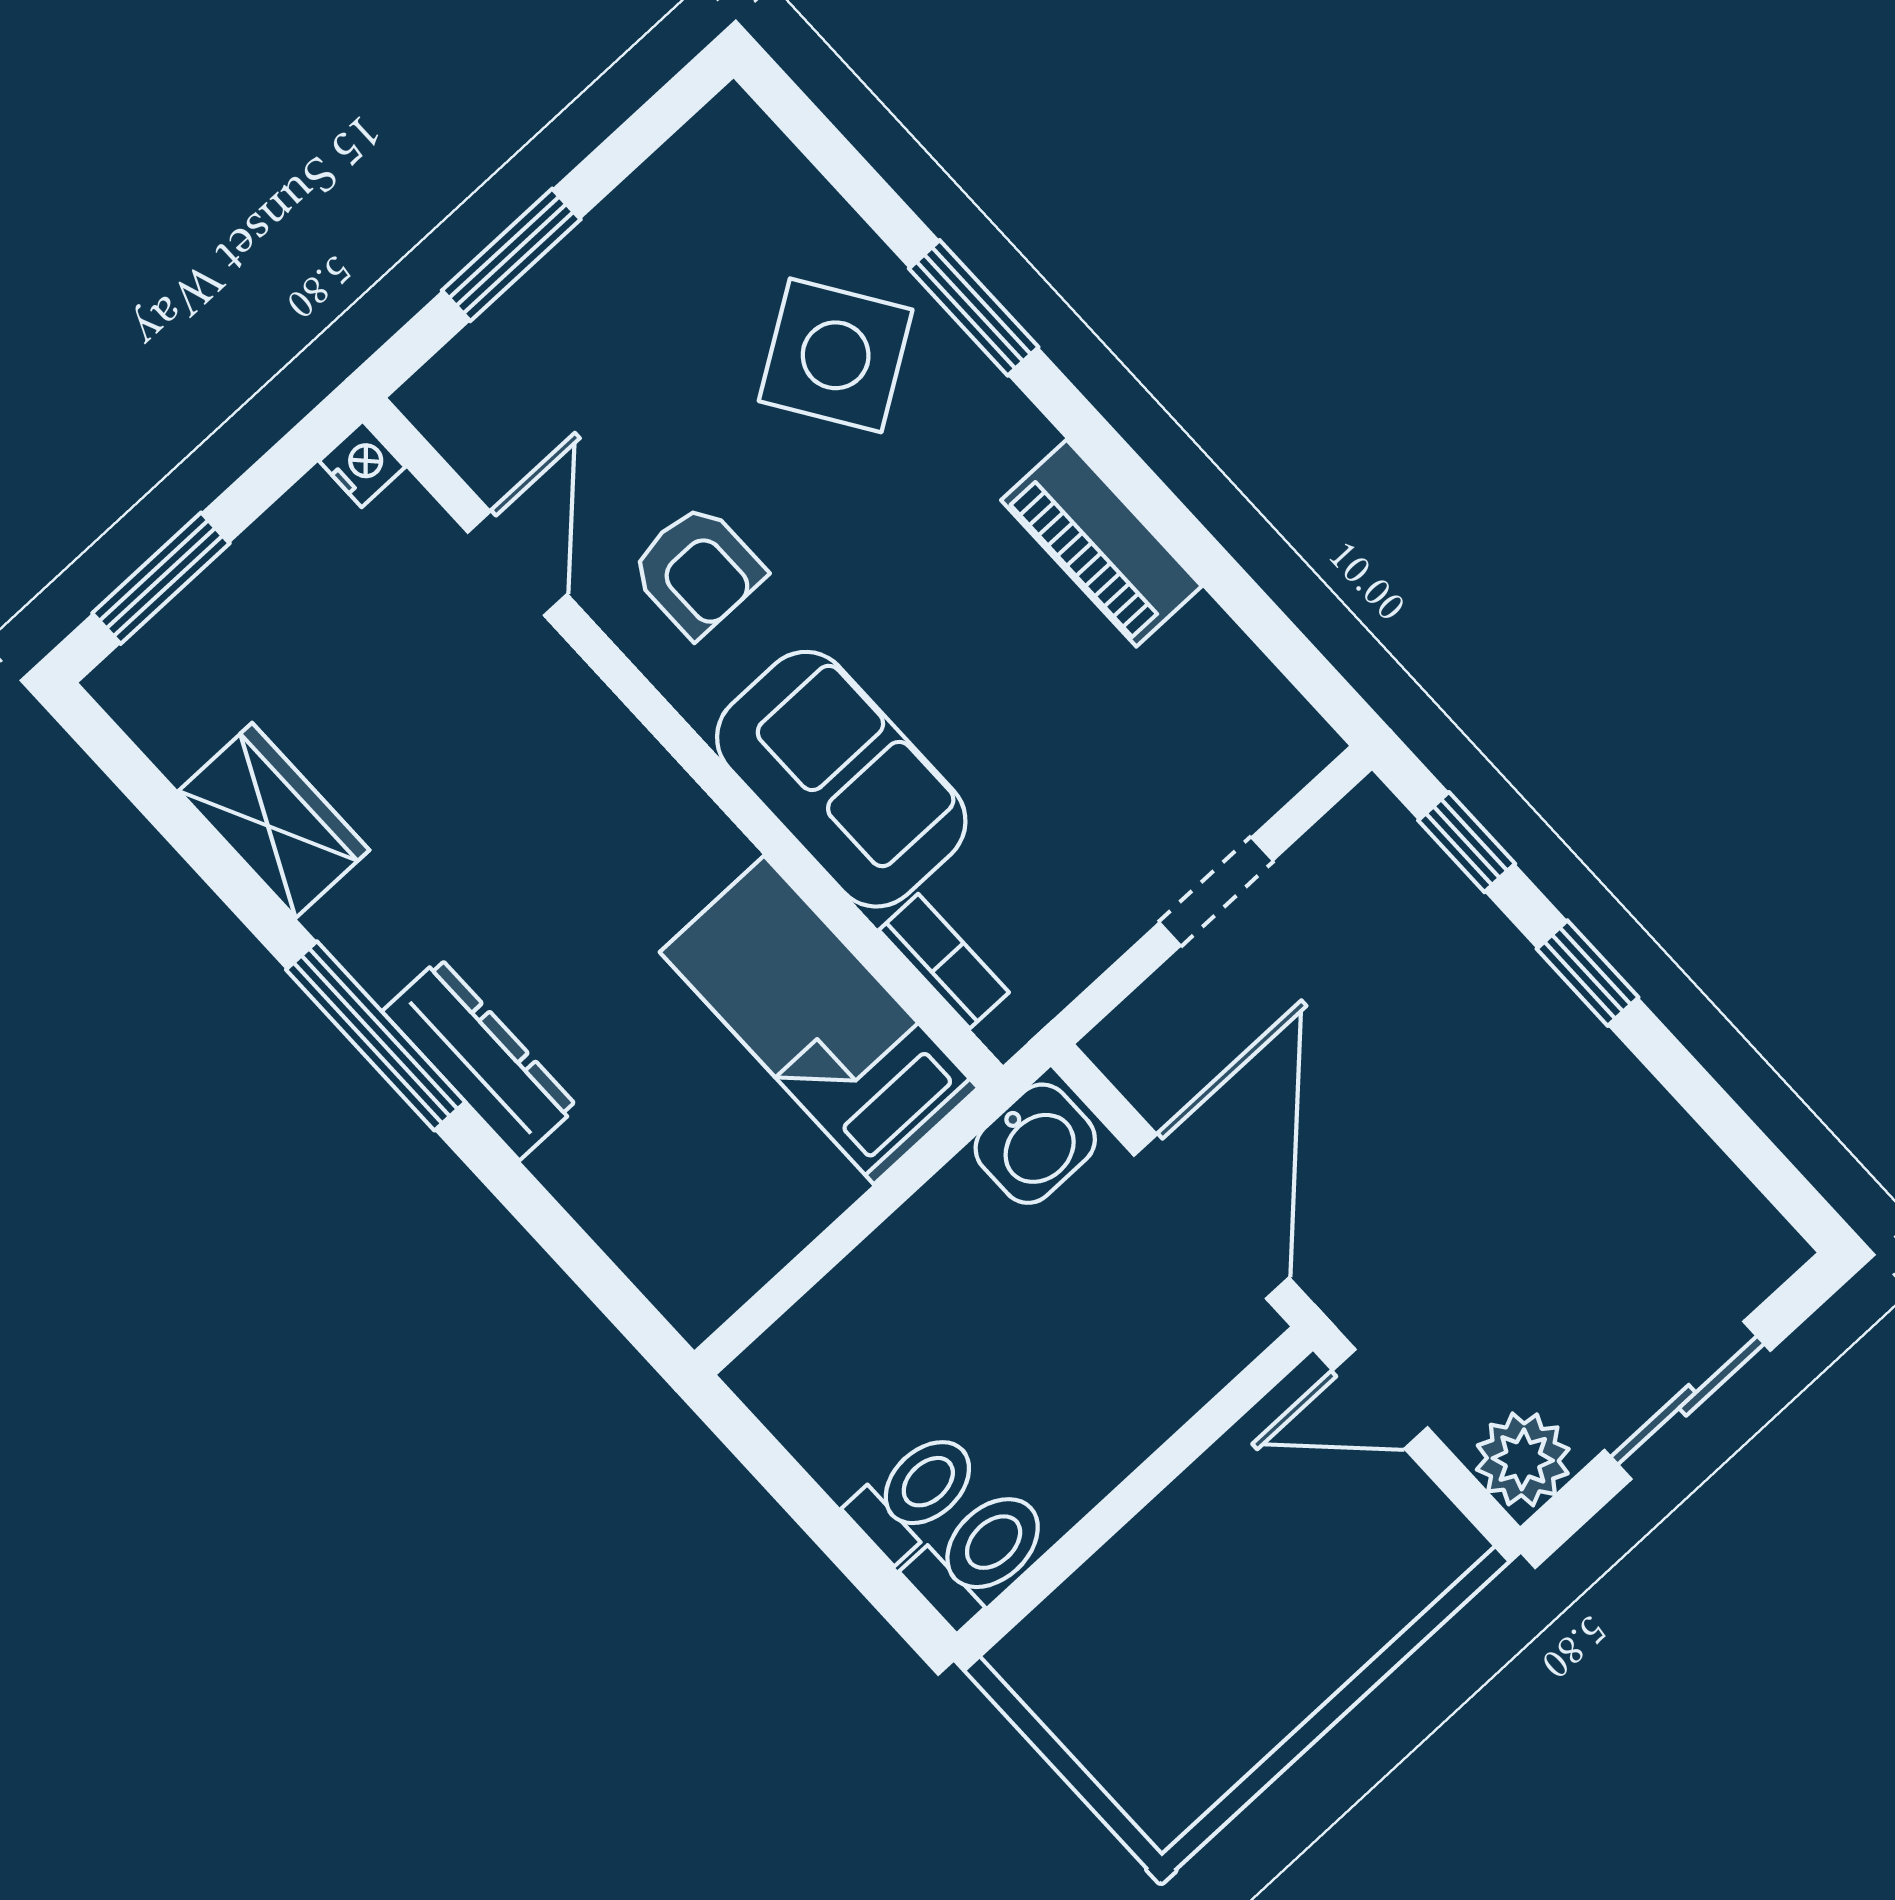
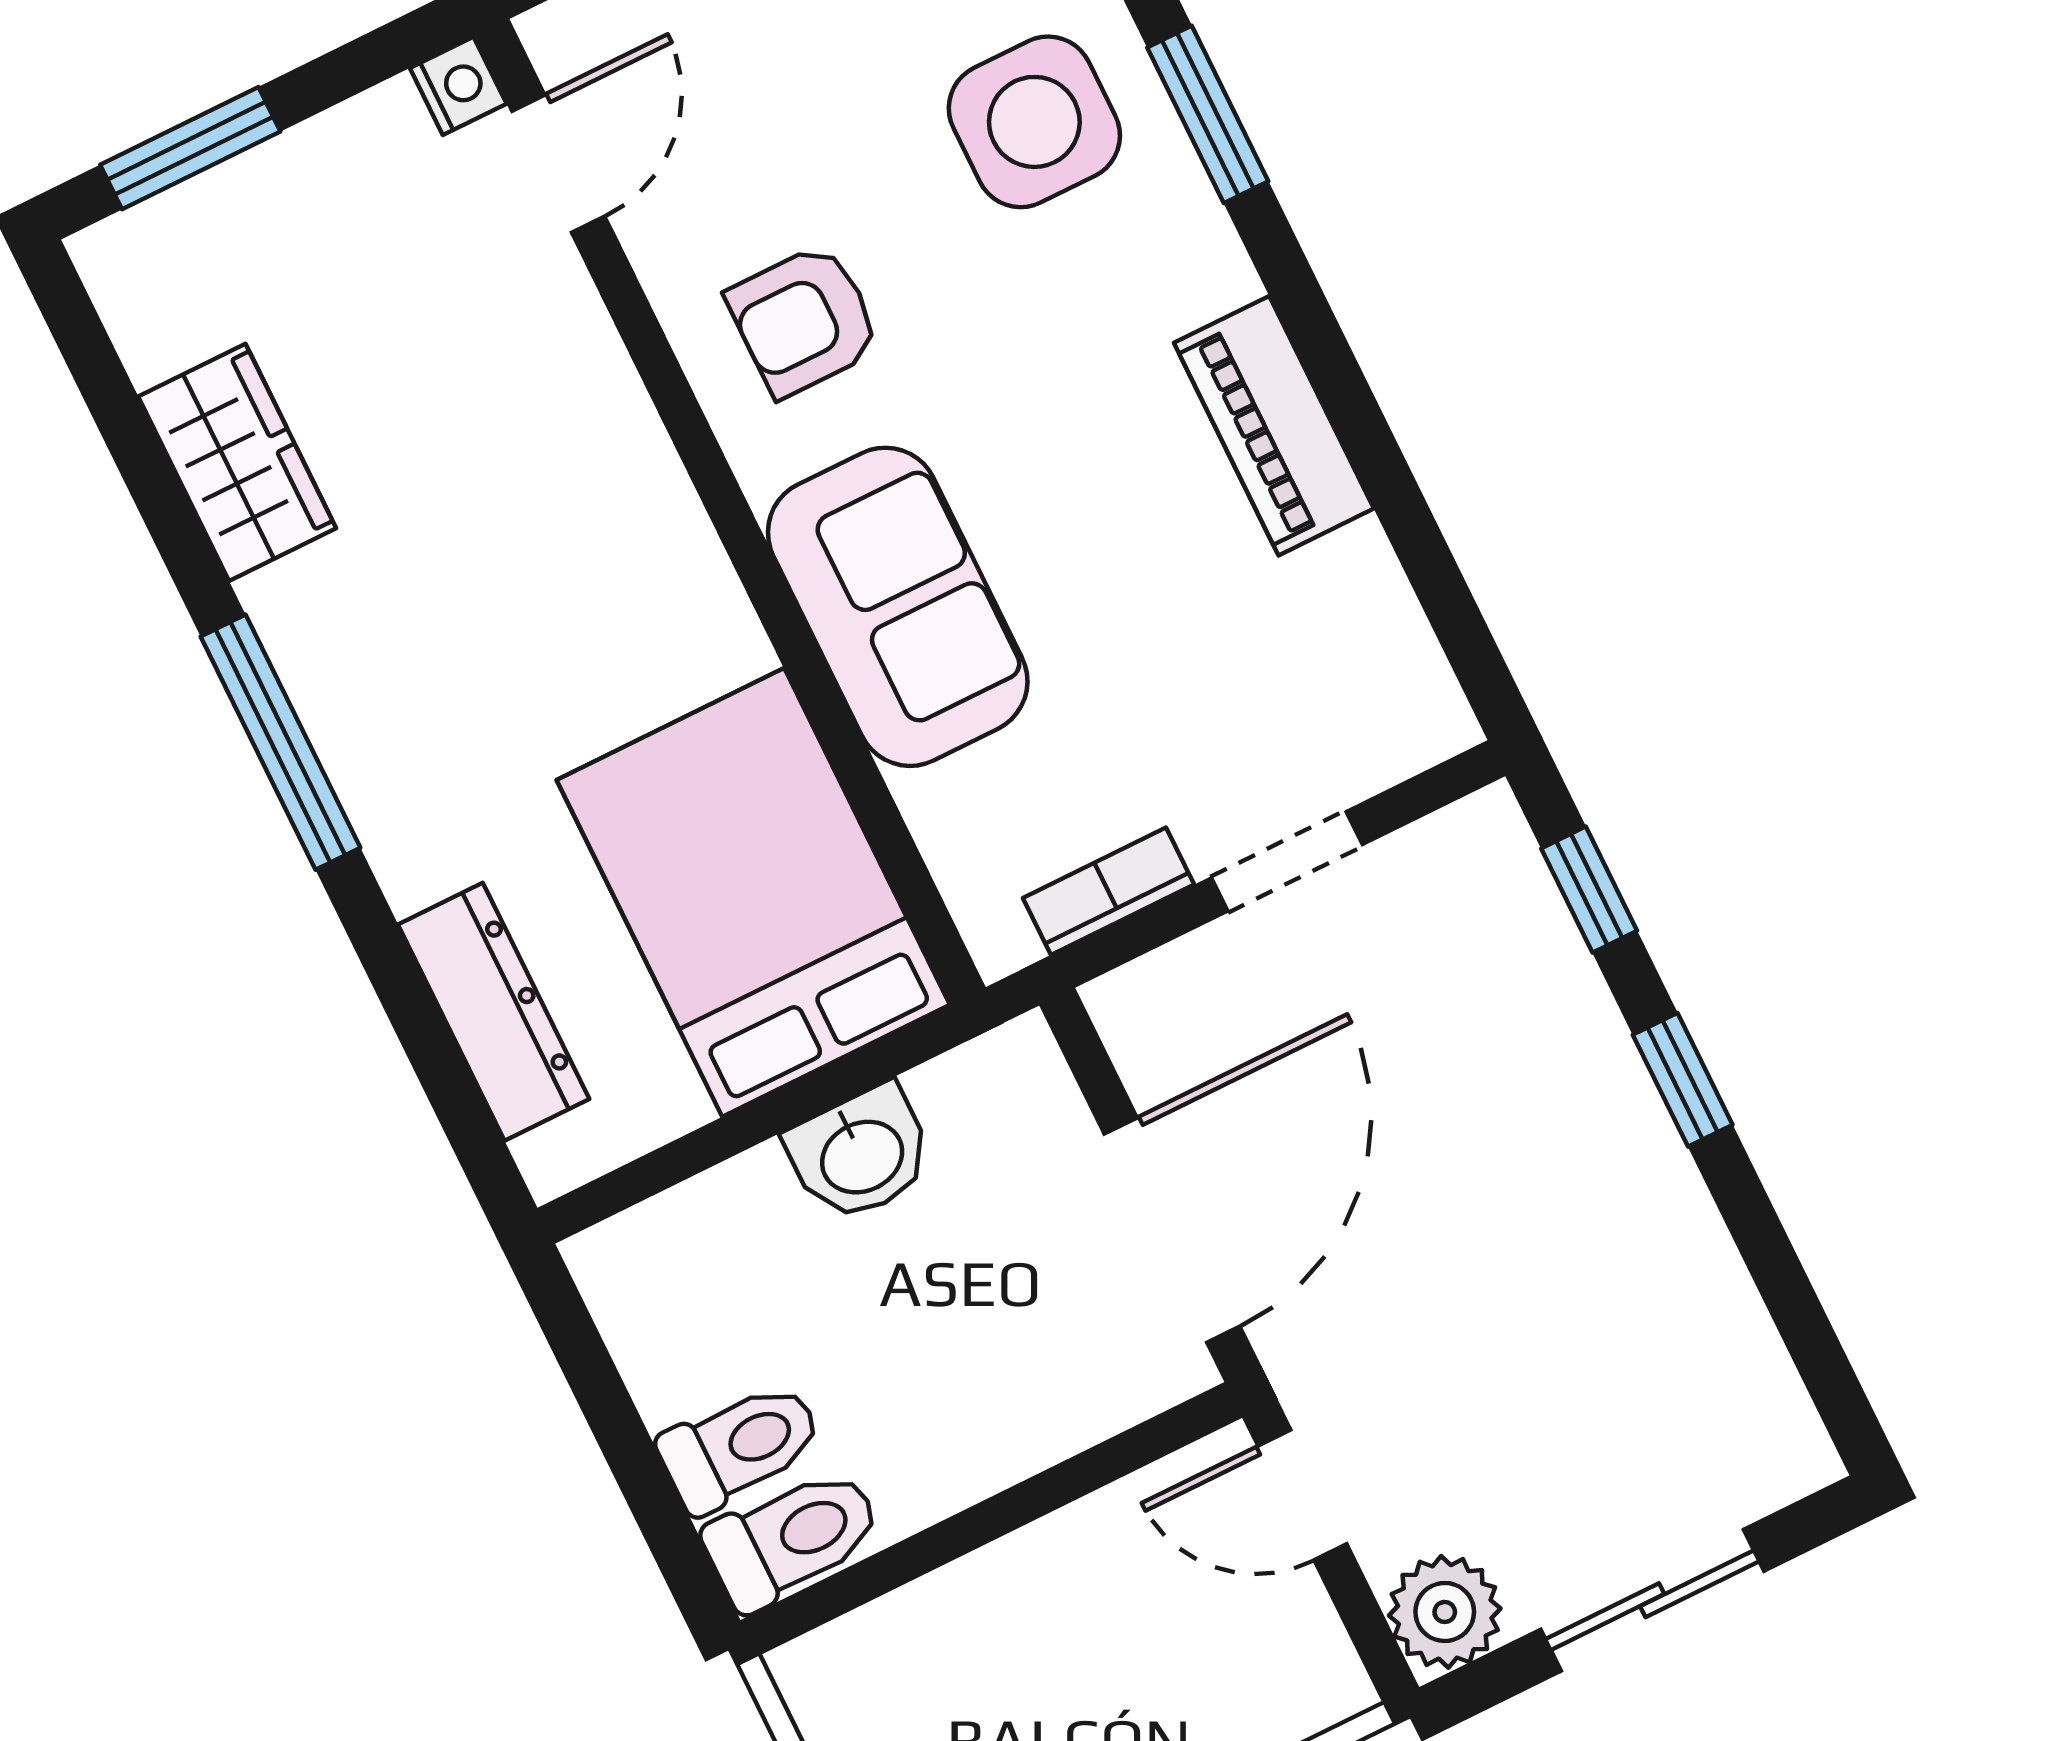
side table: (836, 355) -> (1034, 122), turned 33
door: (517, 563) -> (558, 164), moved
armchair: (697, 570) -> (804, 320), turned 90
bookcase: (944, 961) -> (1108, 891), moved, turned -90
bed: (819, 1020) -> (753, 892), width x1.50
dresser: (480, 1059) -> (494, 1012), moved
washbasin: (1035, 1144) -> (861, 1154), moved

